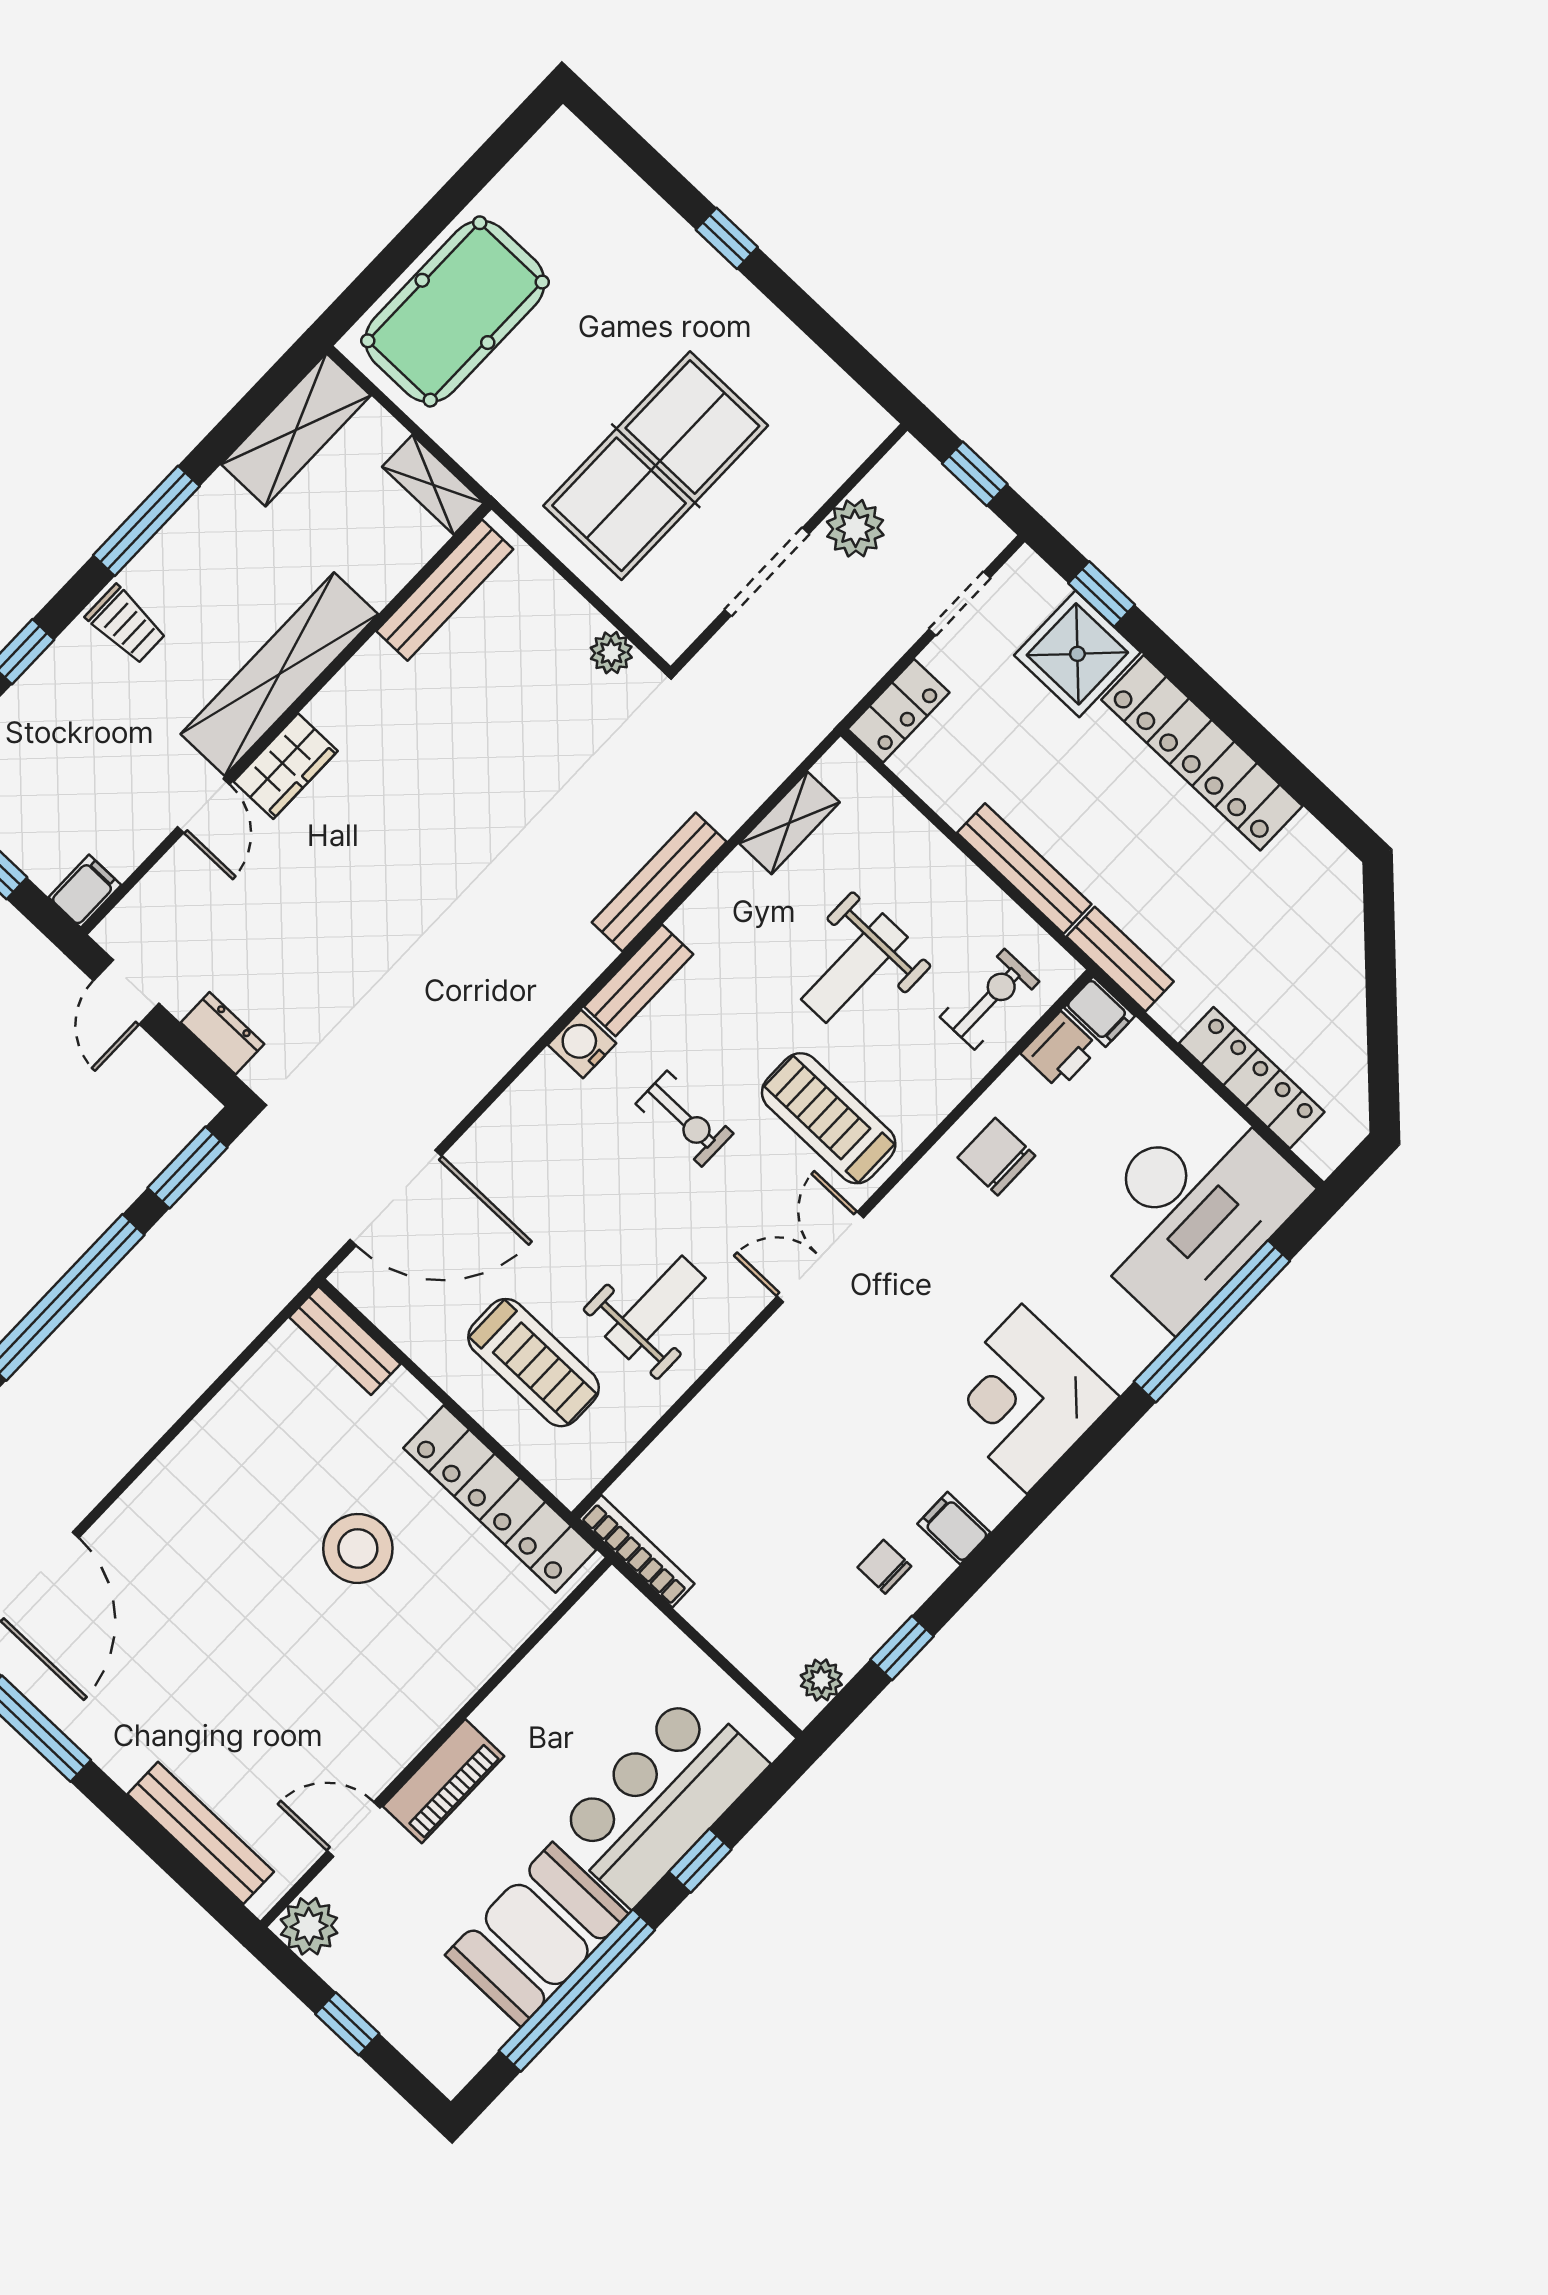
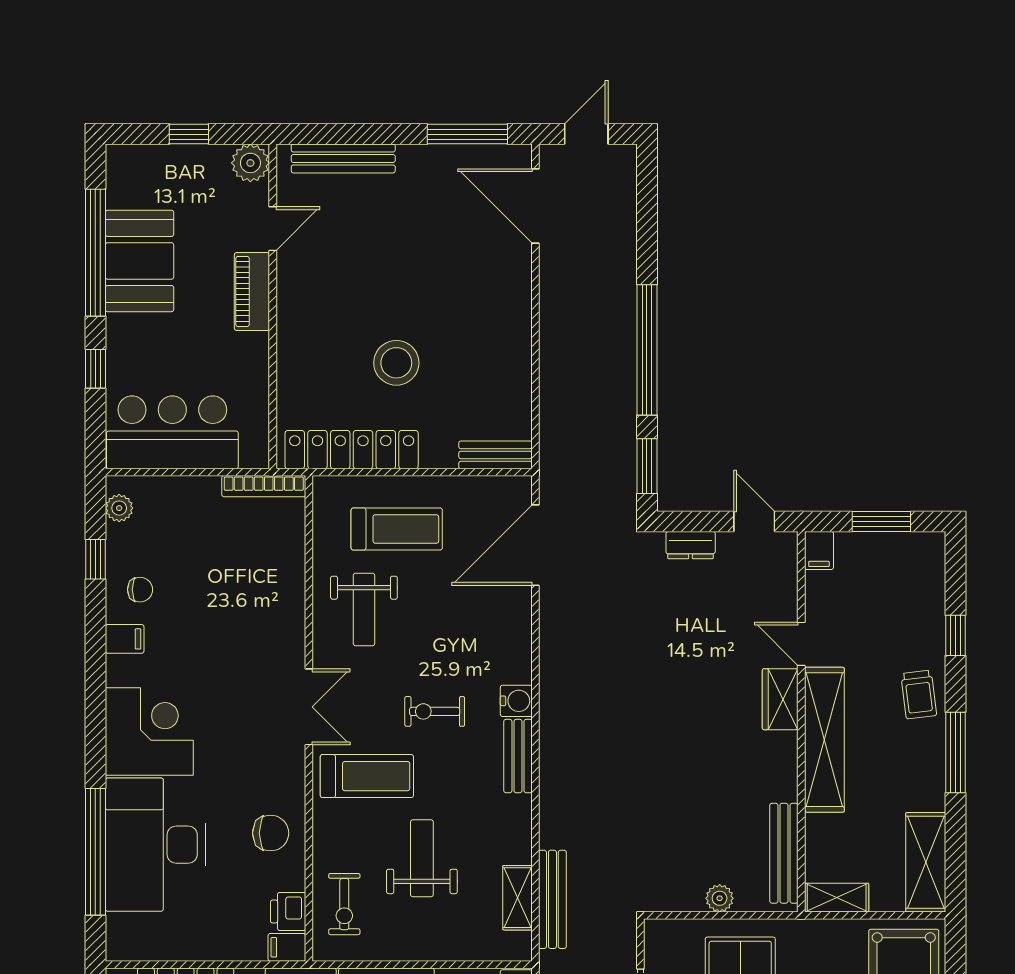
trolley: (126, 625) -> (919, 695), turned -97
plant: (611, 653) -> (720, 898), moved
bench: (659, 882) -> (552, 899), moved
desk: (1191, 1210) -> (155, 845), moved
treadmill: (534, 1363) -> (397, 529), turned 180
bar counter: (660, 1799) -> (172, 432), moved, turned -90

